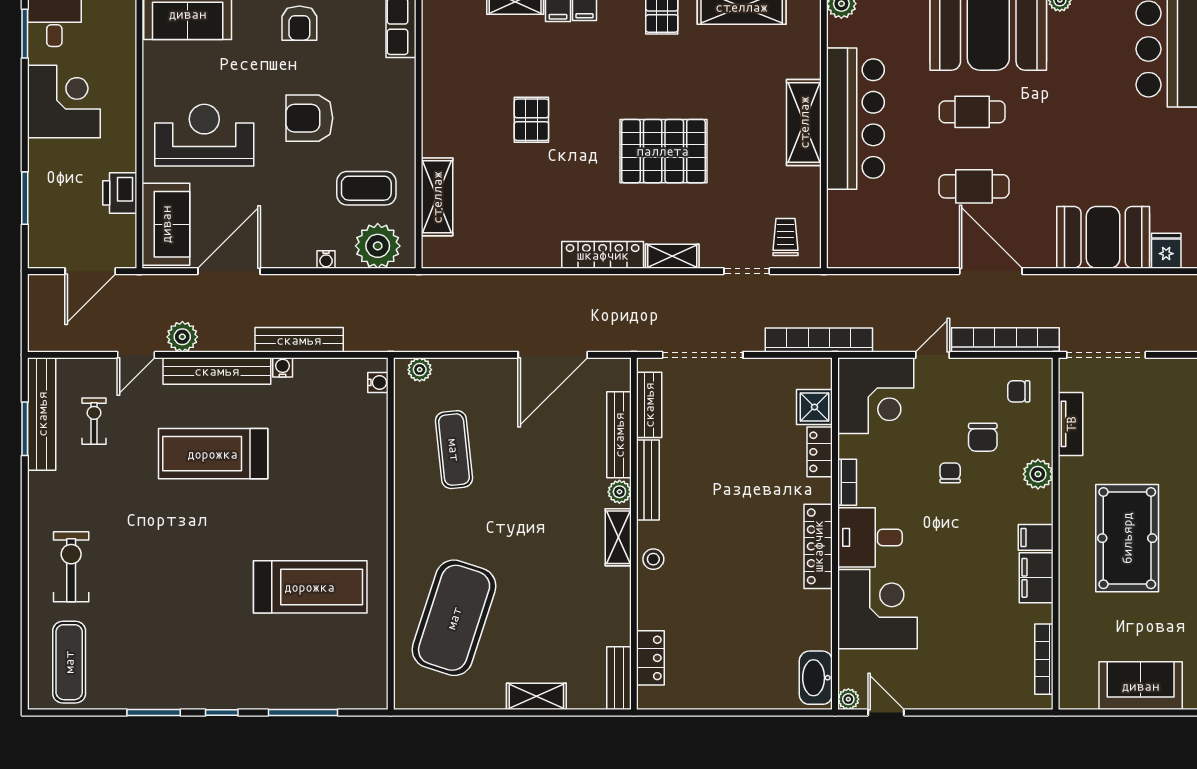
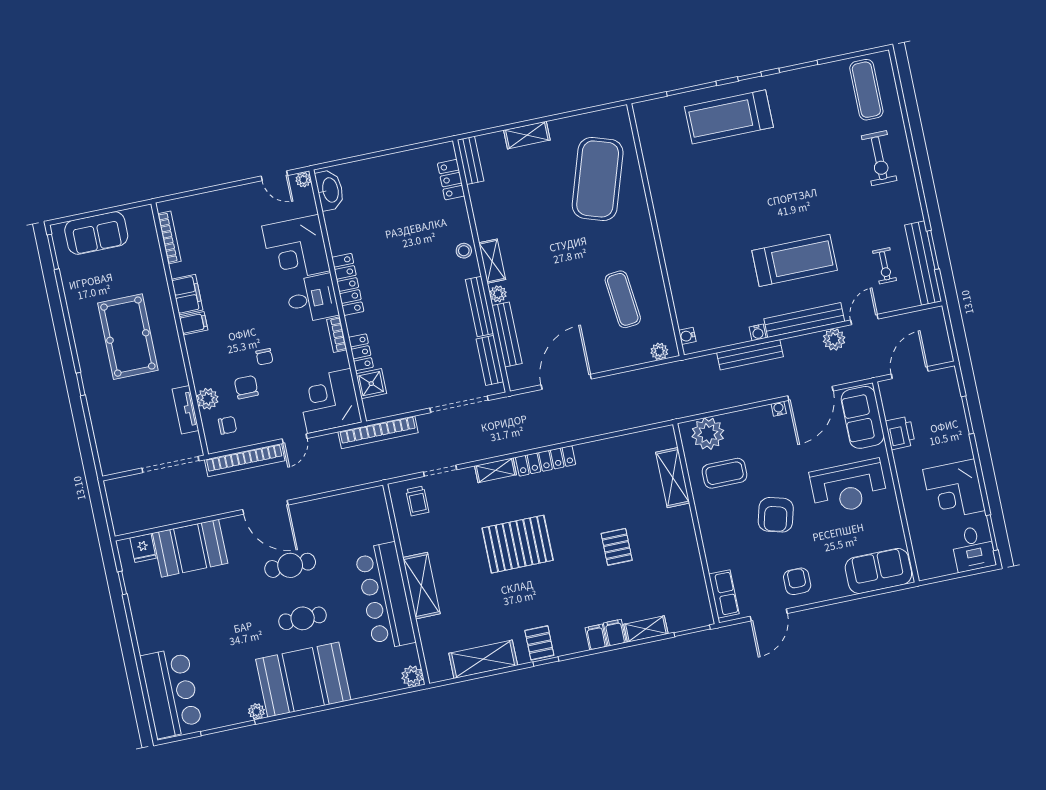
armchair: (309, 118) -> (776, 515), turned 105
water cooler: (326, 259) -> (779, 409), moved
plant: (1038, 474) -> (207, 399), moved
treadmill: (310, 587) -> (729, 117), moved

